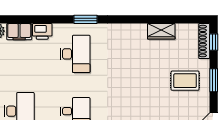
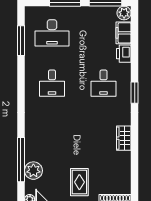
wardrobe: (161, 31) -> (124, 138), moved
desk: (75, 54) -> (104, 83), width x0.73

